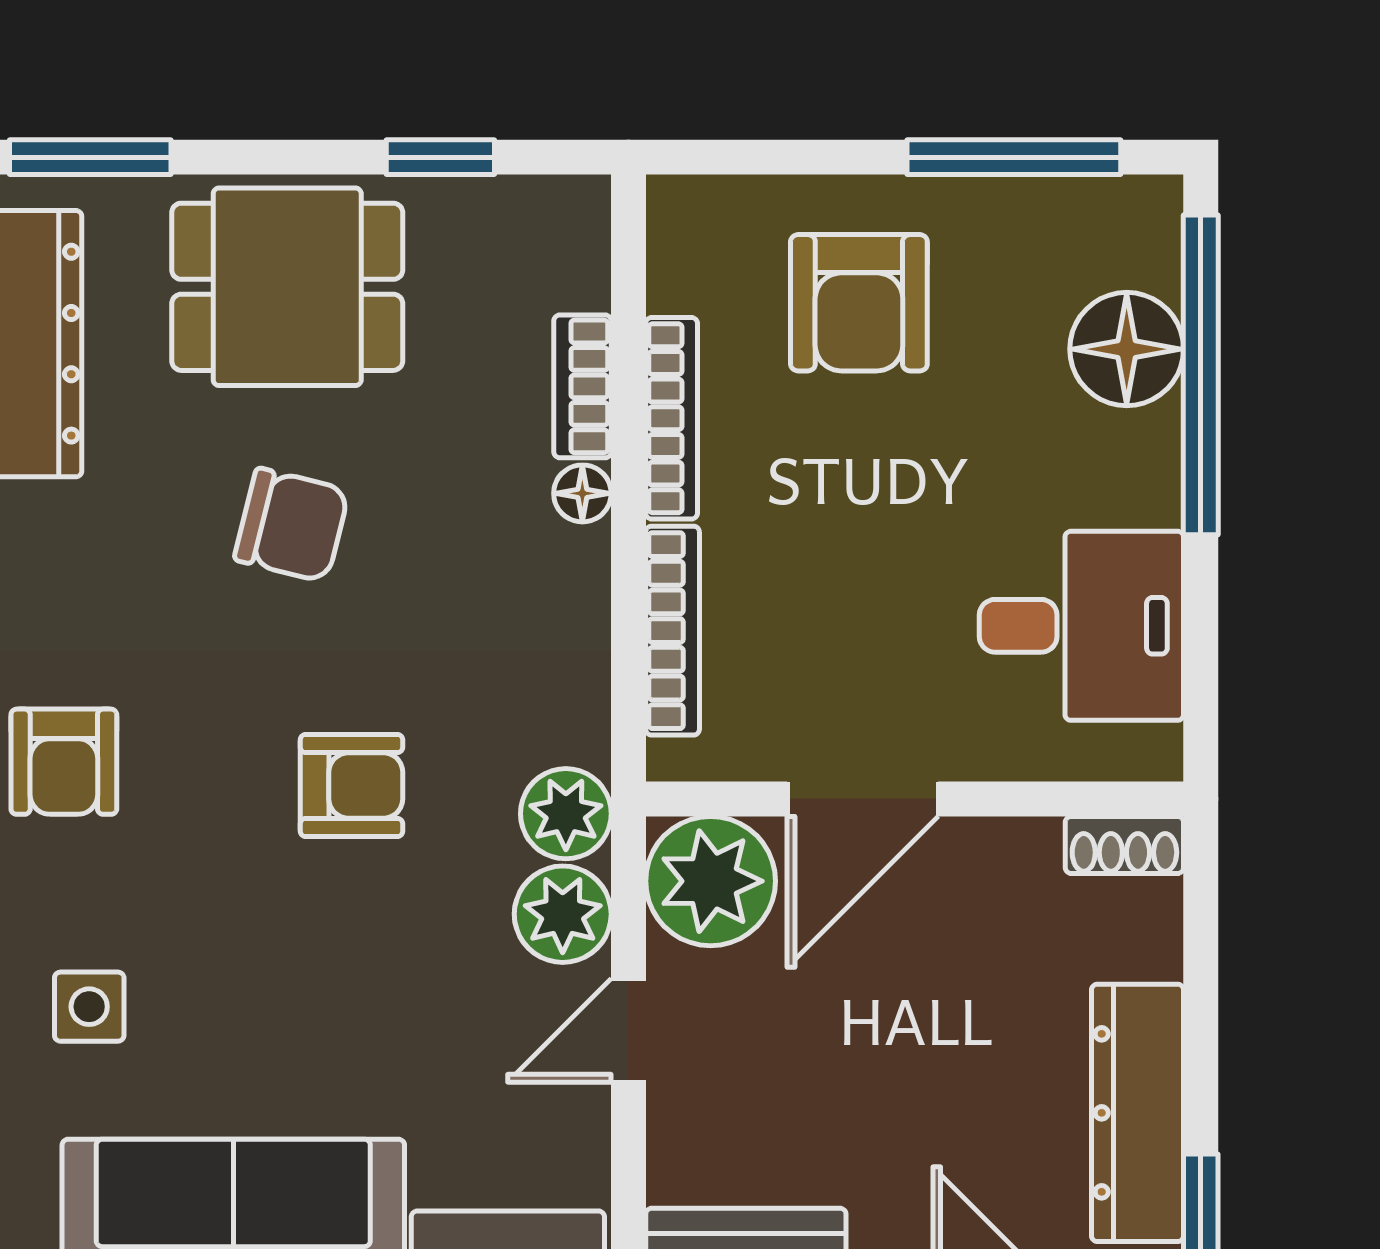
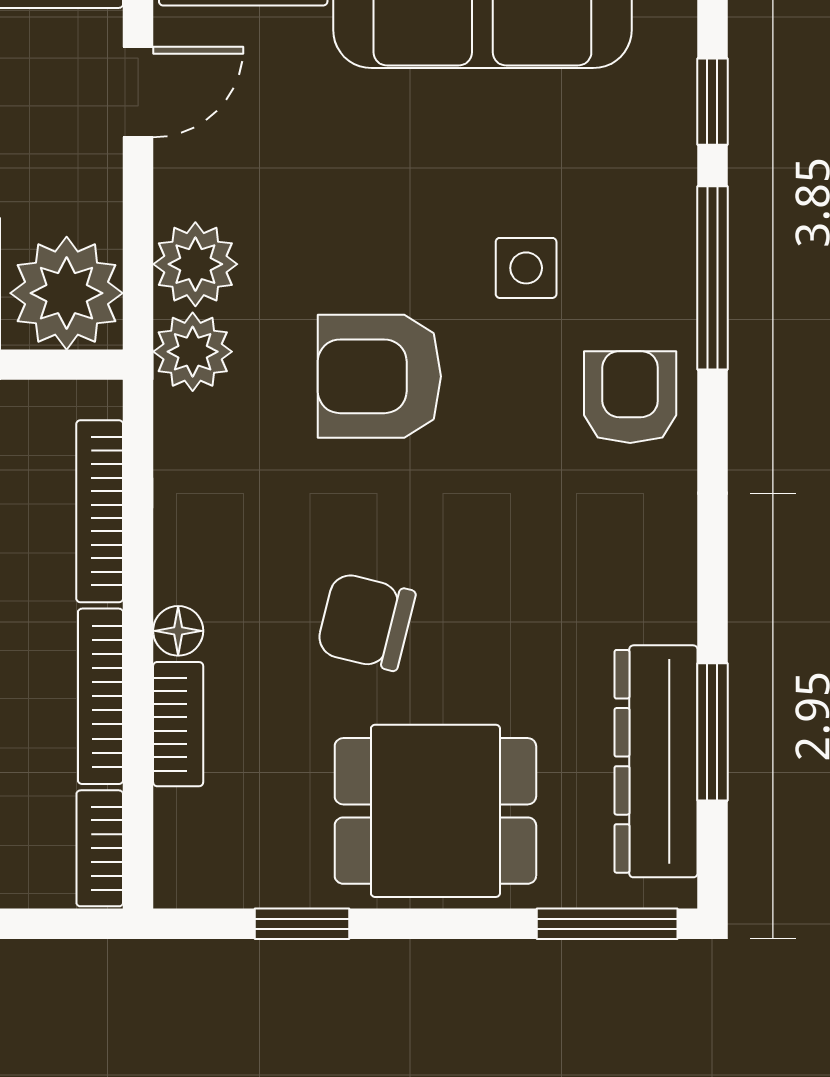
bookcase: (672, 244) -> (100, 848), added
chair: (292, 525) -> (366, 622), moved
armchair: (351, 786) -> (379, 376), width x1.38, depth x1.38
side table: (89, 1007) -> (526, 268), moved
door: (628, 1030) -> (138, 92), moved

